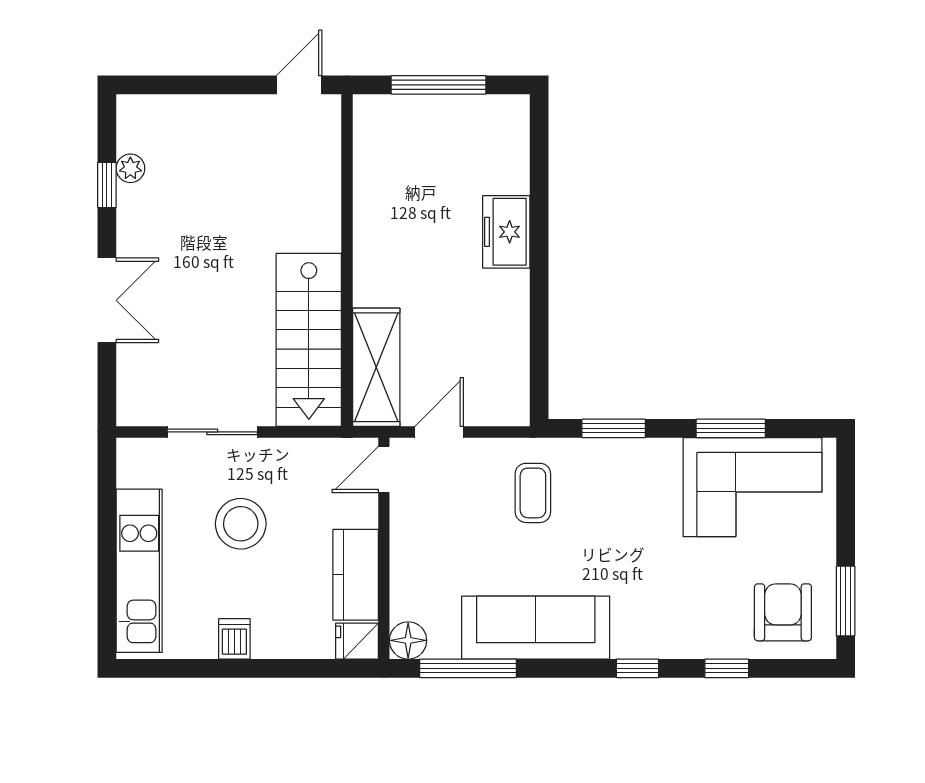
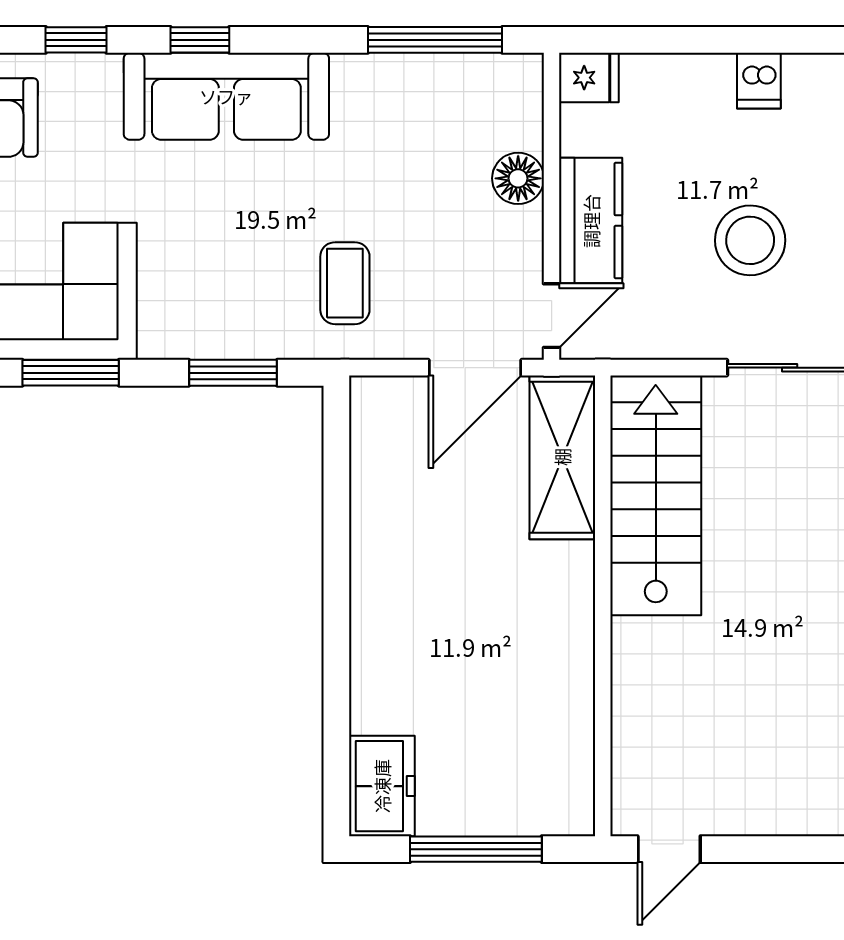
freezer: (506, 232) -> (382, 786), moved
door: (439, 432) -> (475, 368), width x1.38
kitchen counter: (356, 575) -> (591, 221), moved
sofa: (536, 628) -> (226, 96), moved
floor lamp: (408, 640) -> (518, 178), moved

